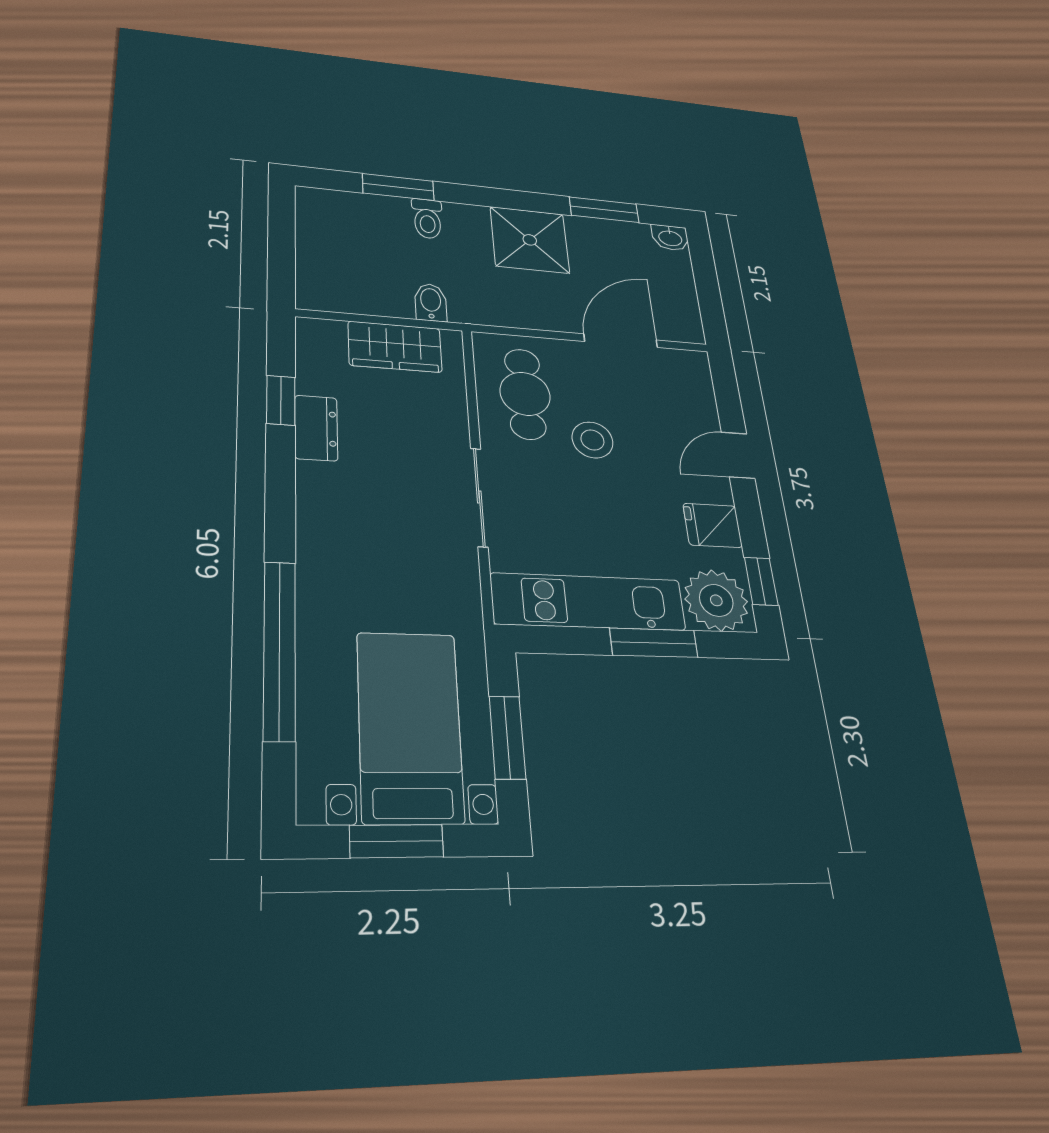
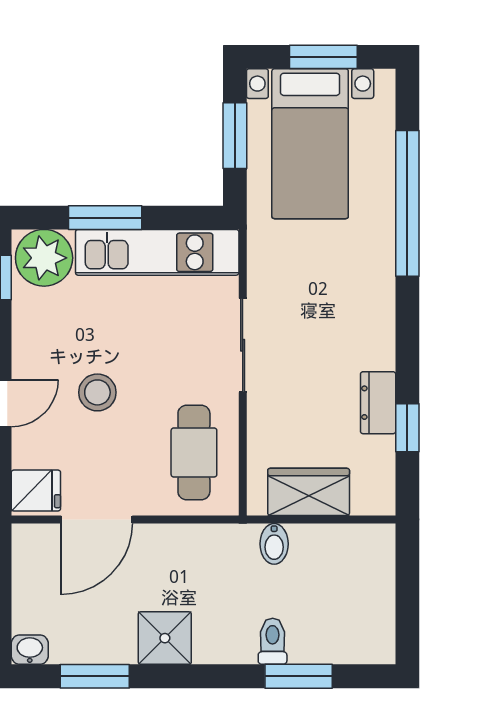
shower: (530, 240) -> (165, 638), width x0.73, depth x0.73
stool: (592, 440) -> (97, 392), moved
fridge: (713, 525) -> (36, 491), moved

